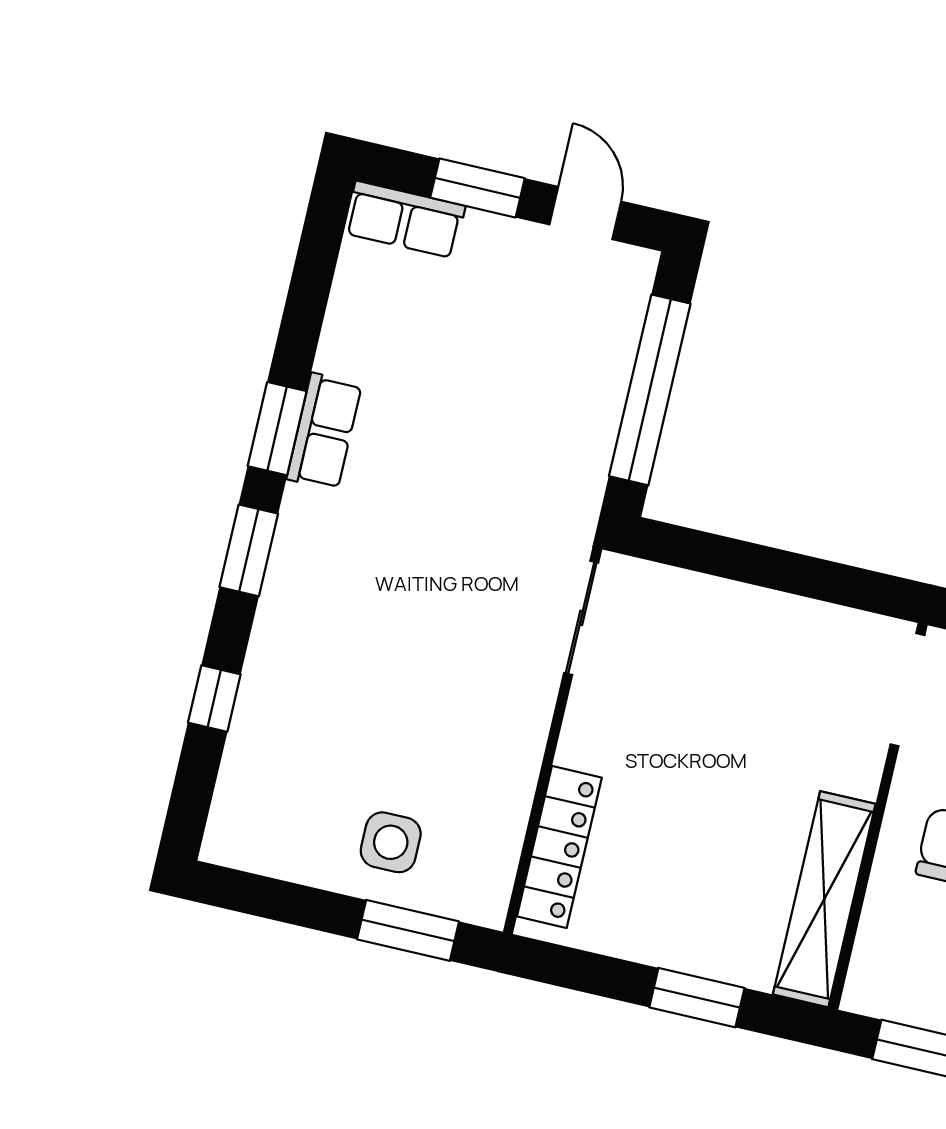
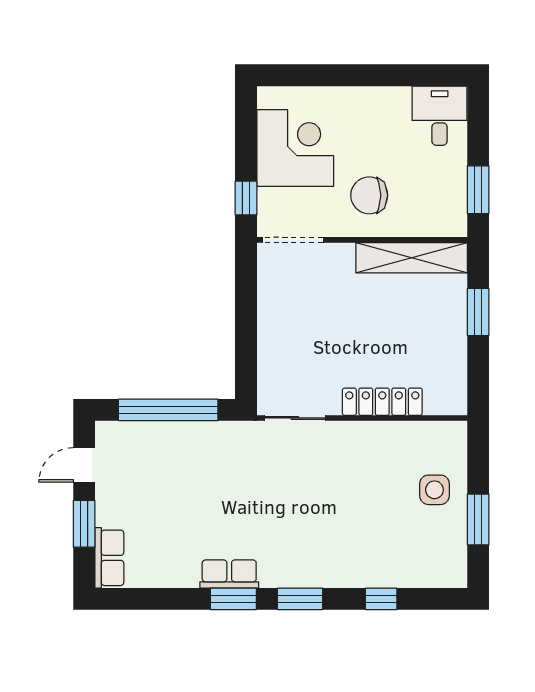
locker: (559, 847) -> (382, 402), moved
window: (408, 930) -> (478, 519), moved

